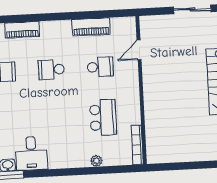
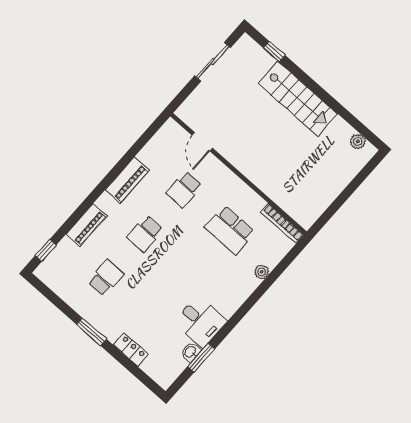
piano: (91, 27) -> (127, 180), moved
school desk: (100, 67) -> (184, 189), turned 180
school desk: (103, 117) -> (230, 230), turned 180

